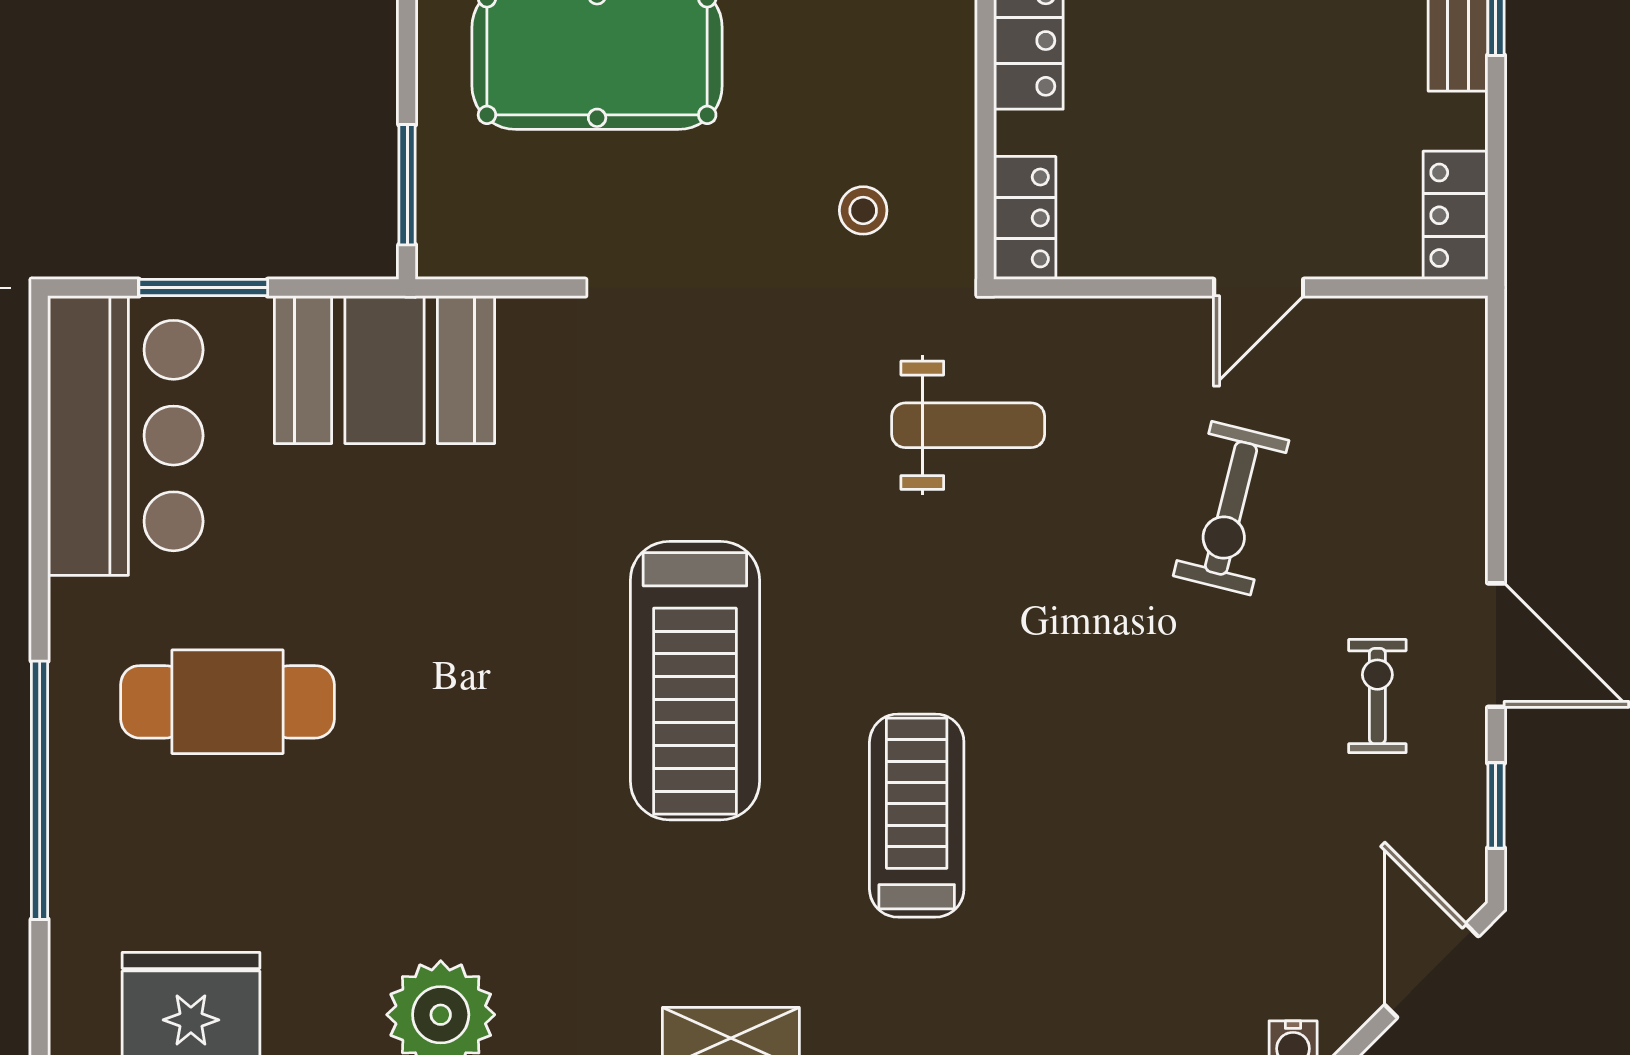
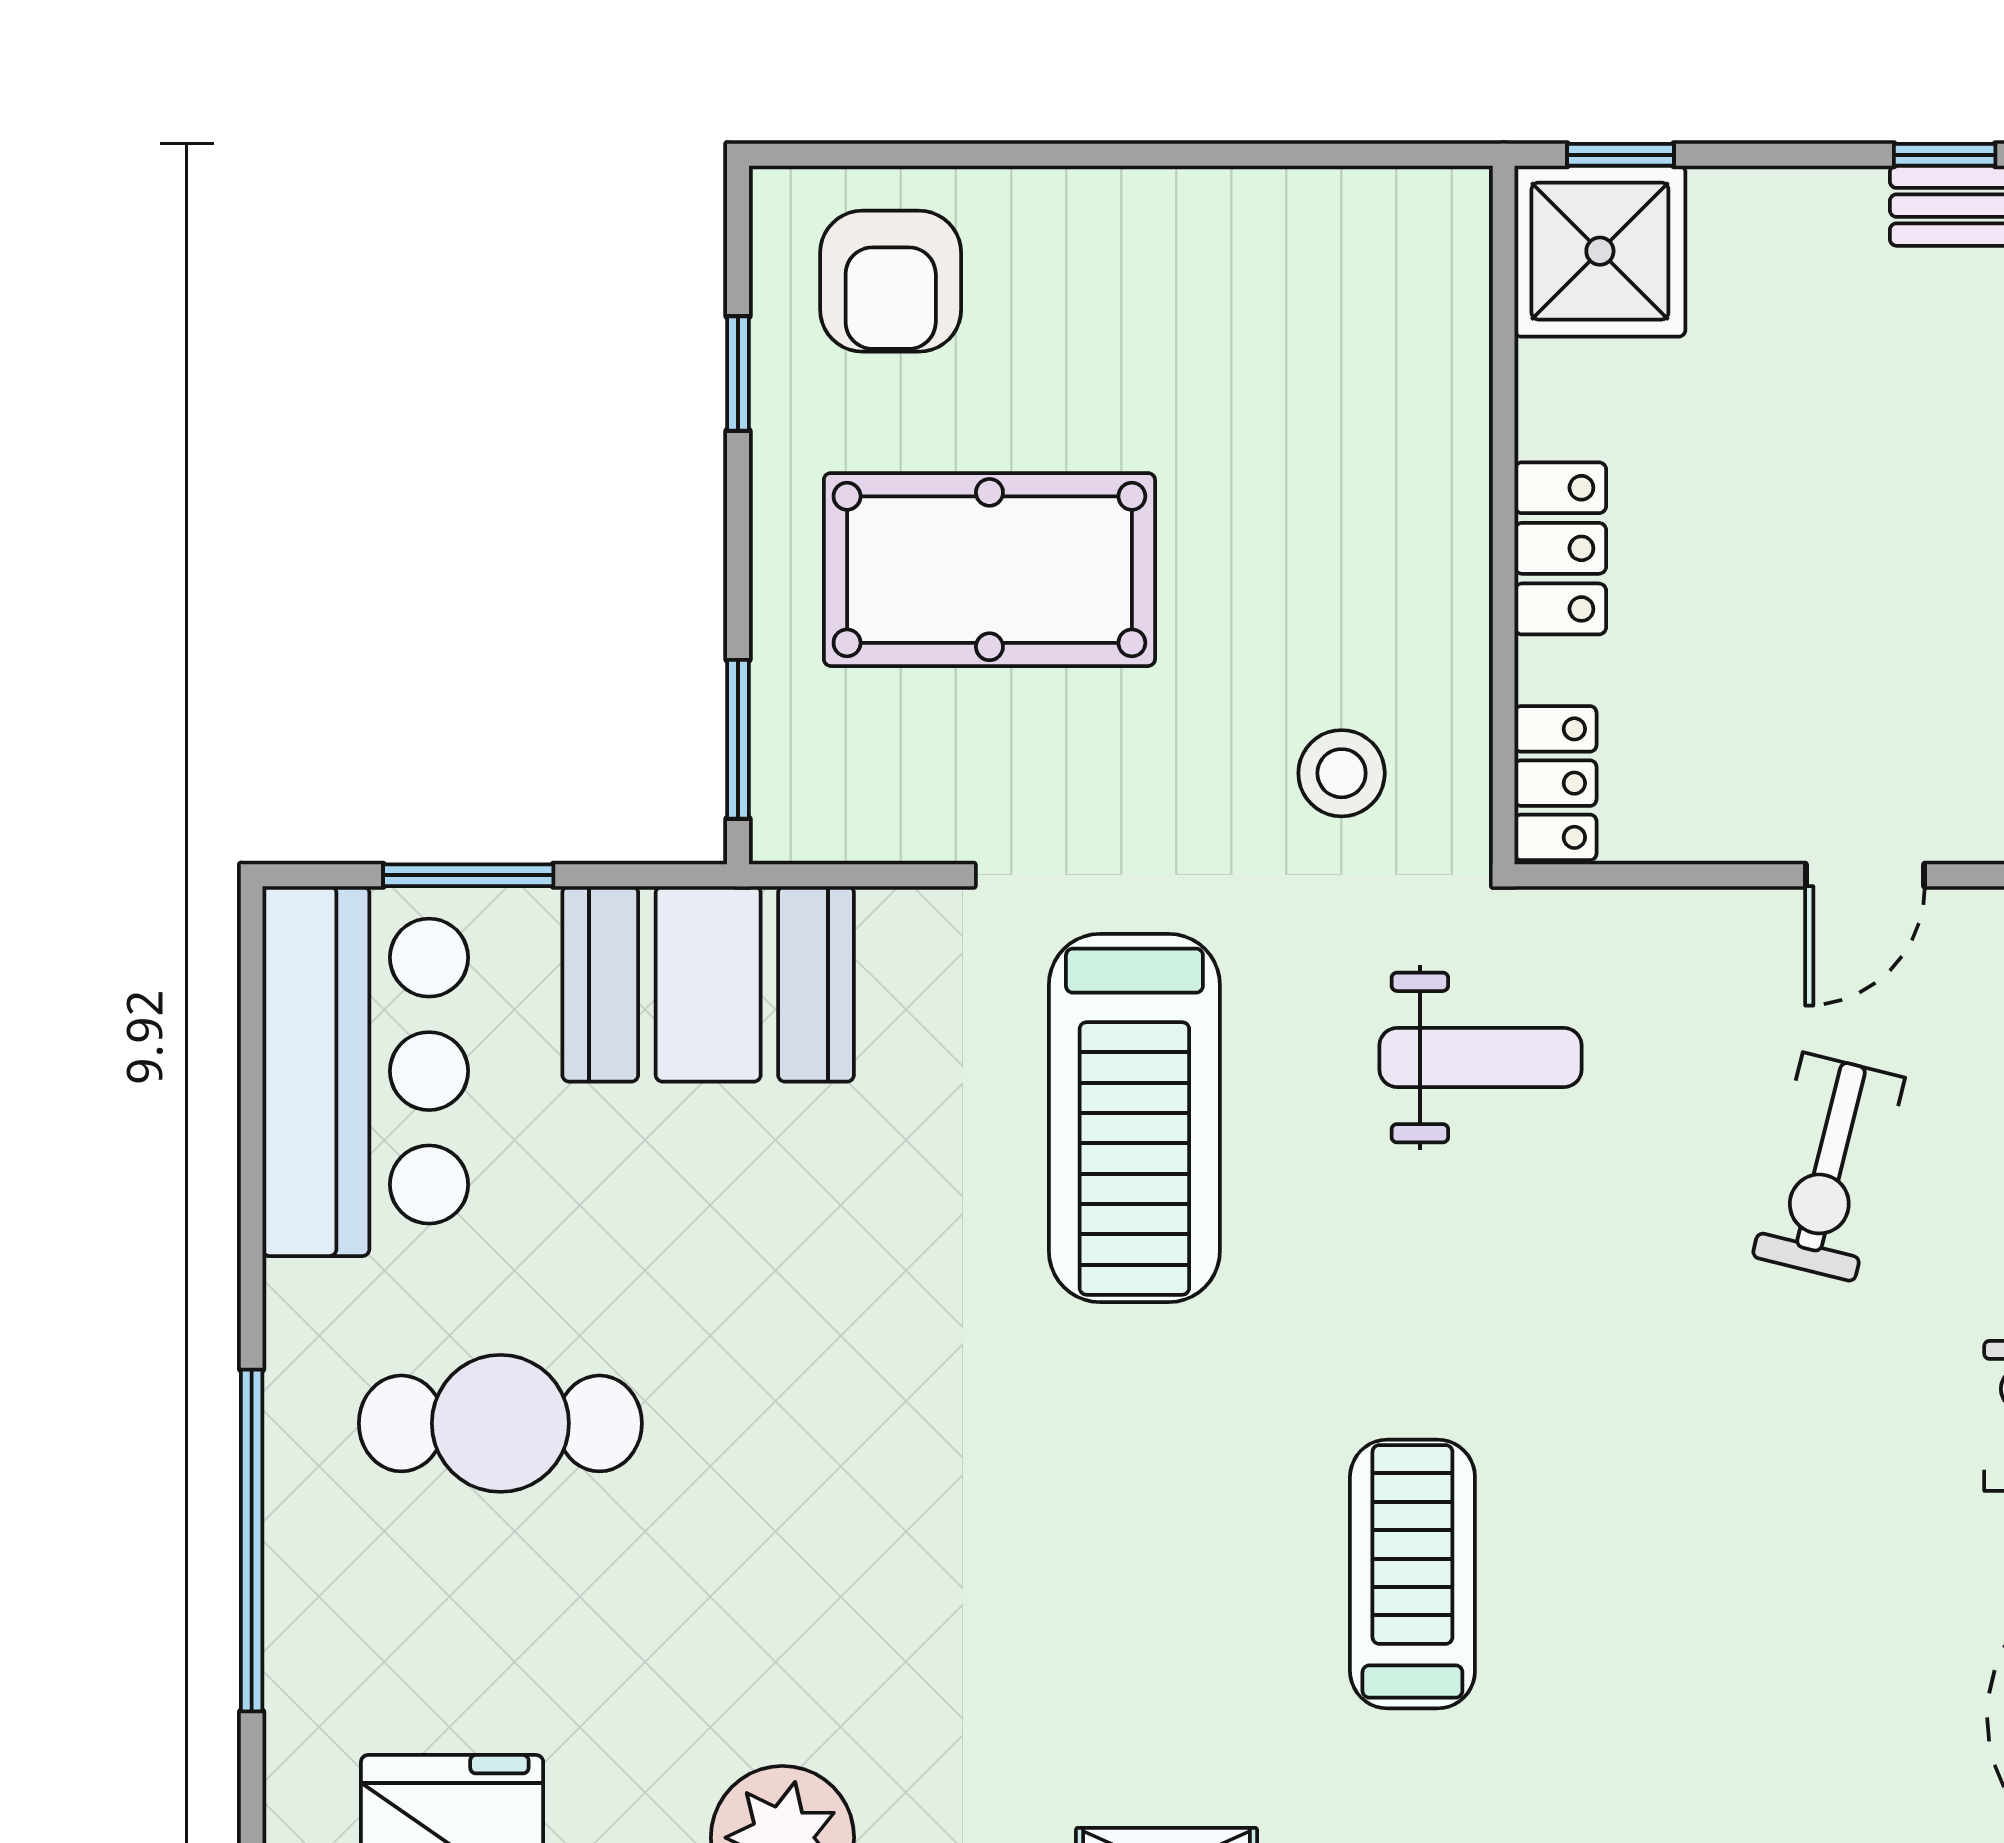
stool: (863, 210) -> (1342, 773), width x1.37, depth x1.37
treadmill: (695, 681) -> (1134, 1118), moved

